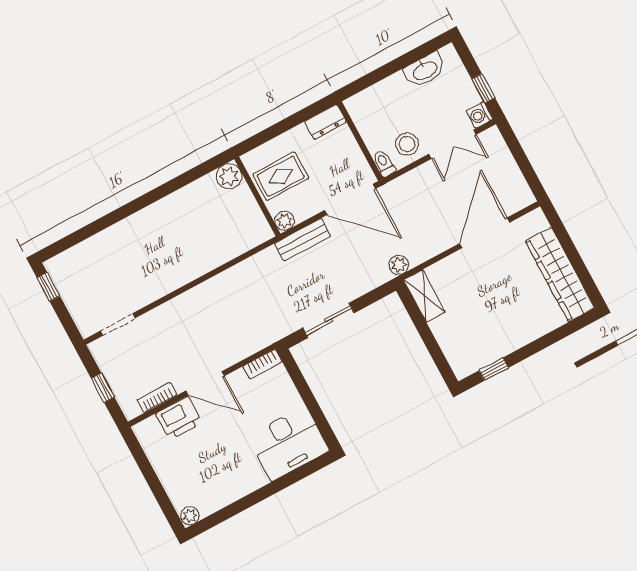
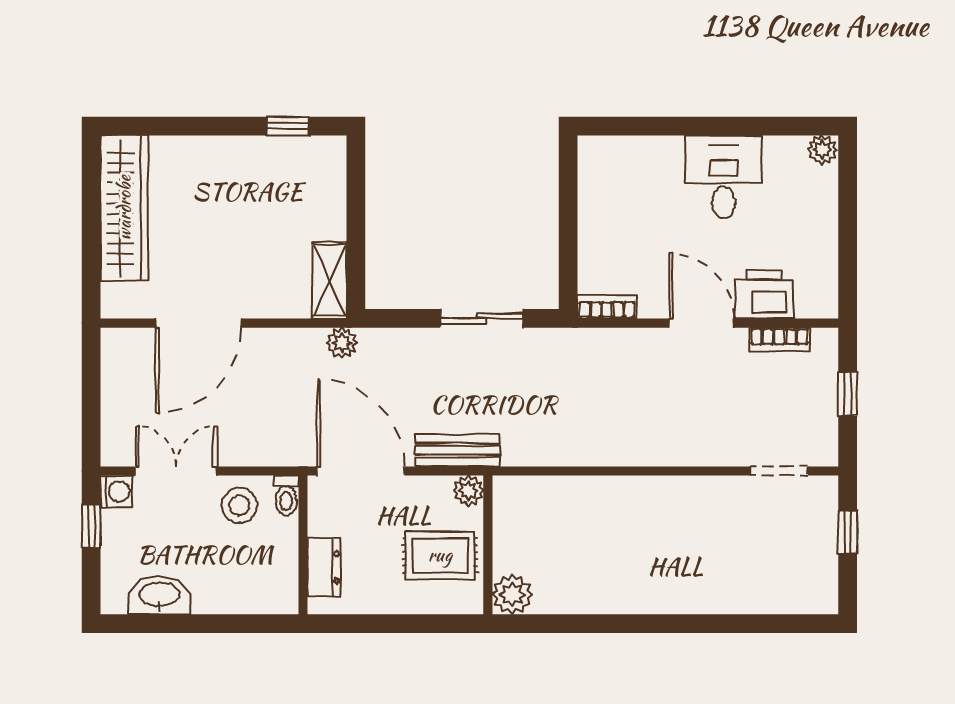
dresser: (325, 122) -> (324, 567), moved, turned 90
window: (48, 287) -> (848, 532), moved
desk: (288, 443) -> (724, 177), moved, width x0.73

